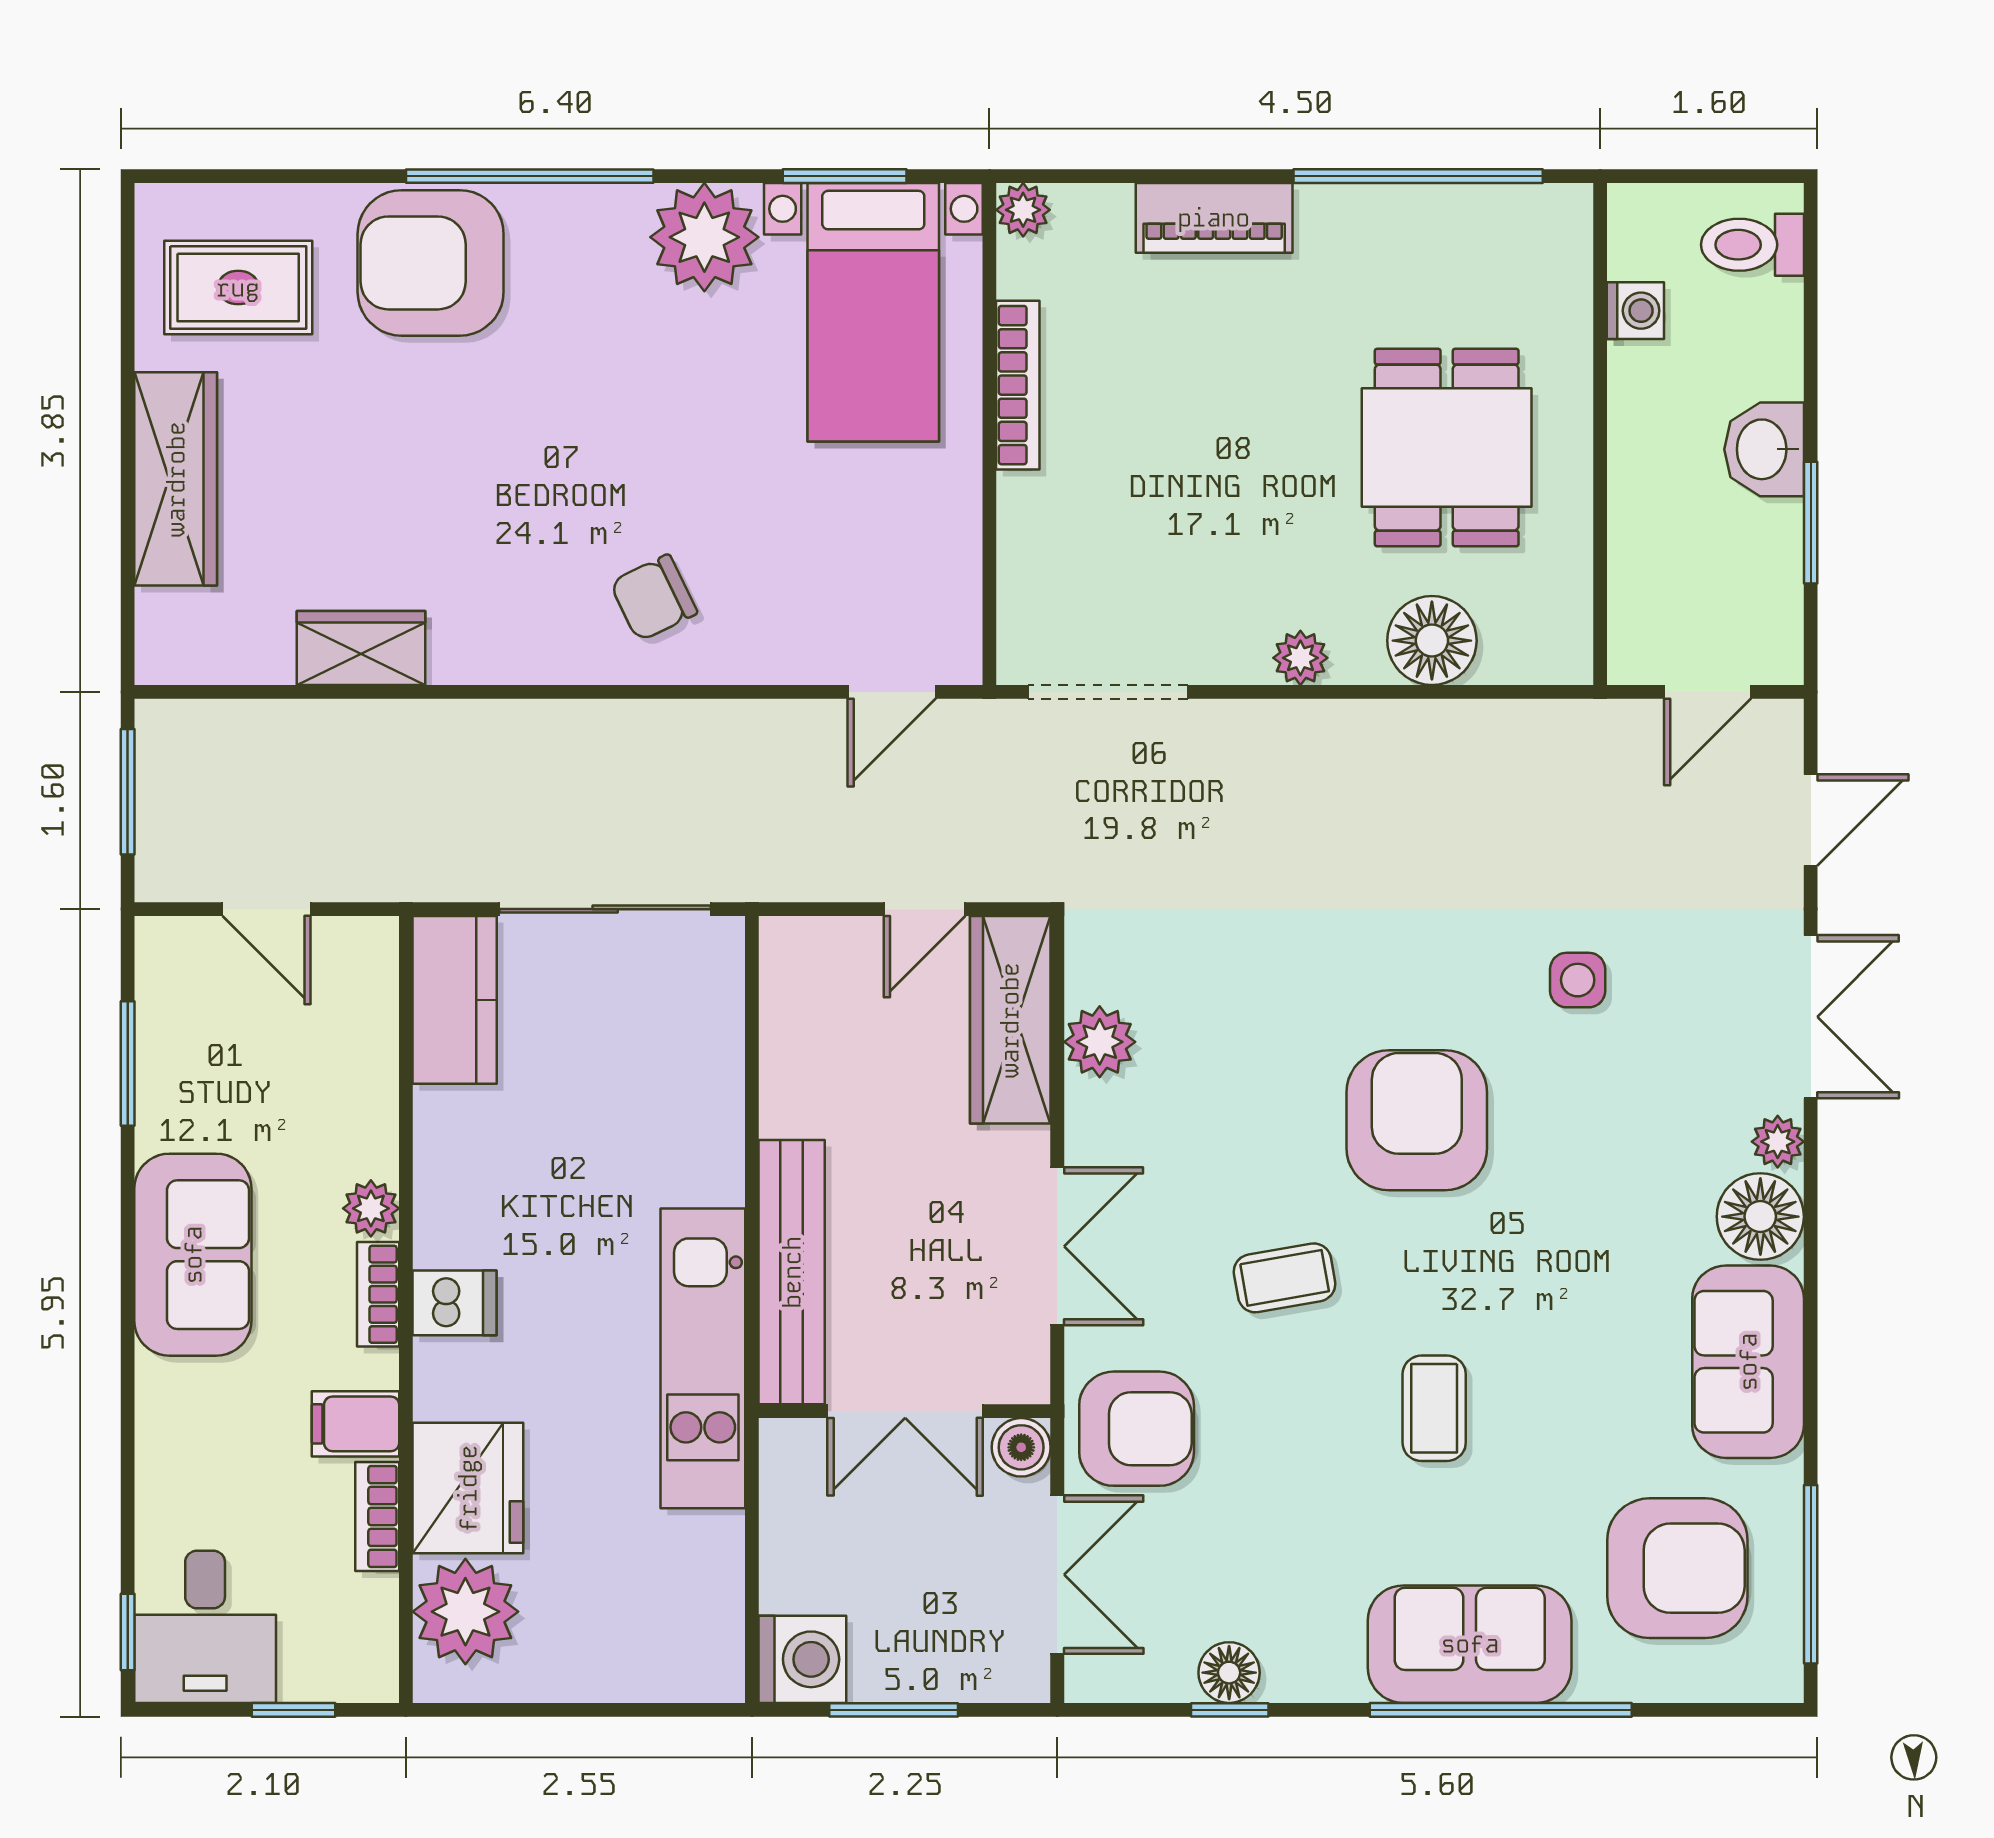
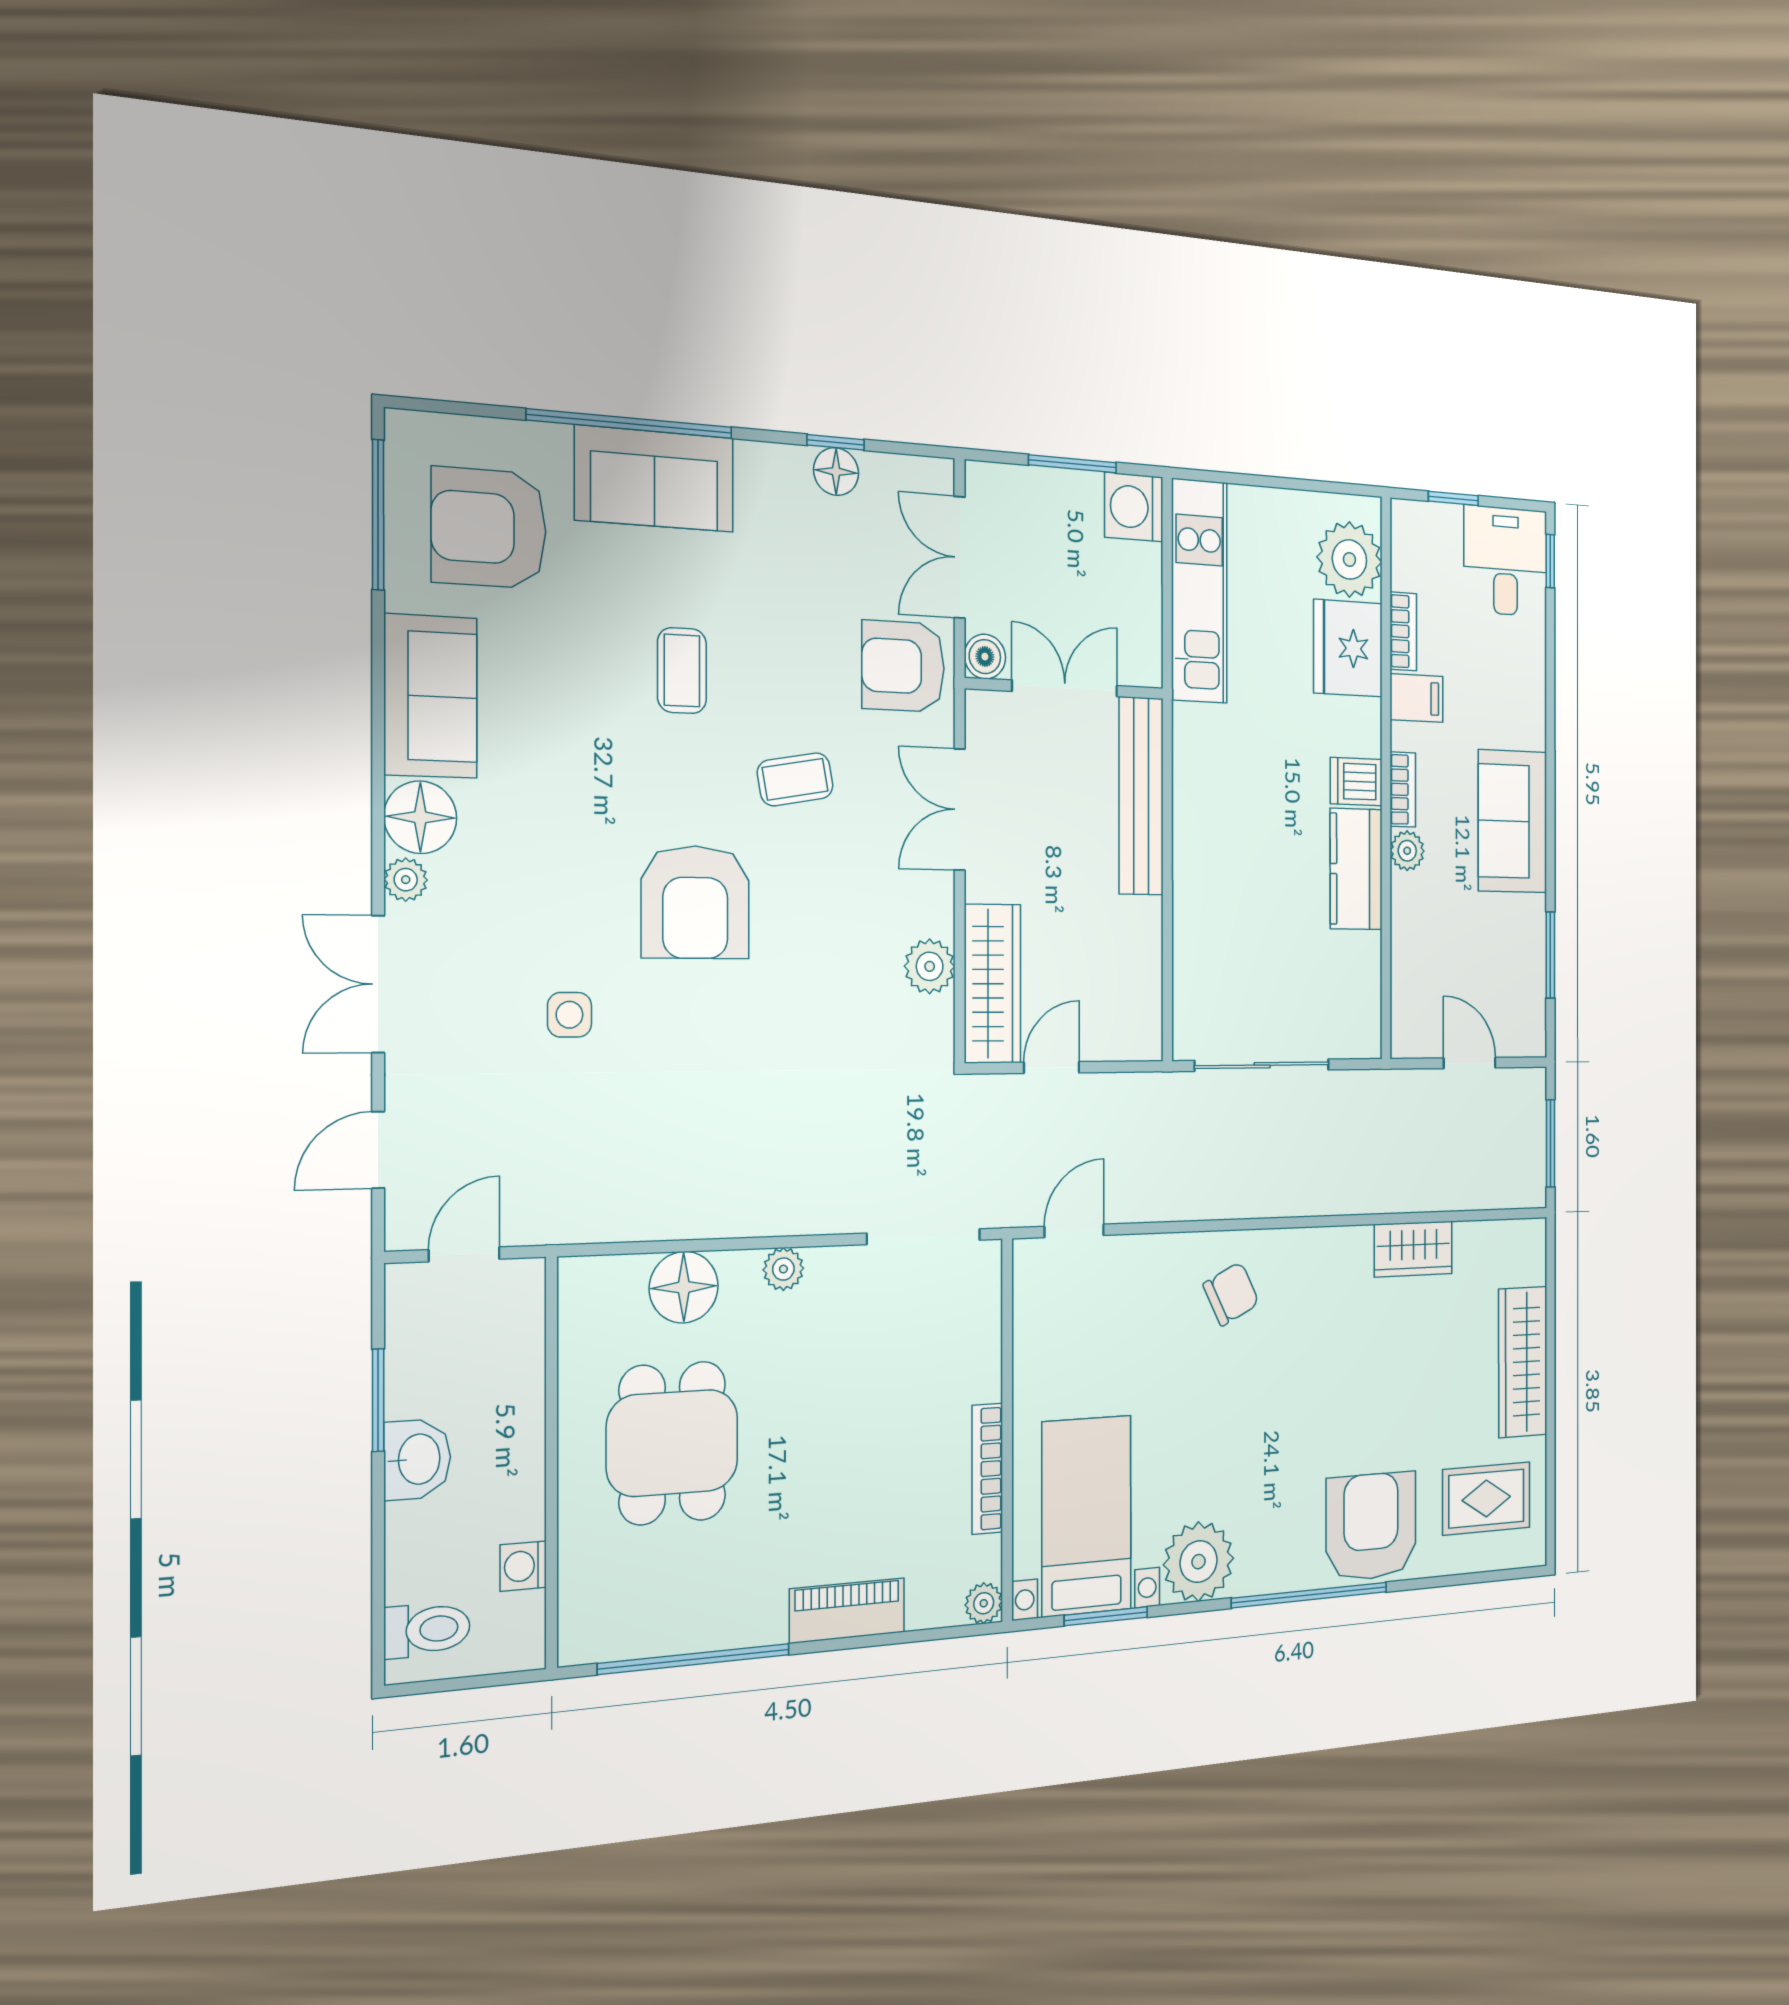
armchair: (431, 263) -> (1371, 1527), turned -90
kitchen counter: (455, 1000) -> (1356, 869), moved
kitchen unit: (703, 1358) -> (1199, 591), moved

